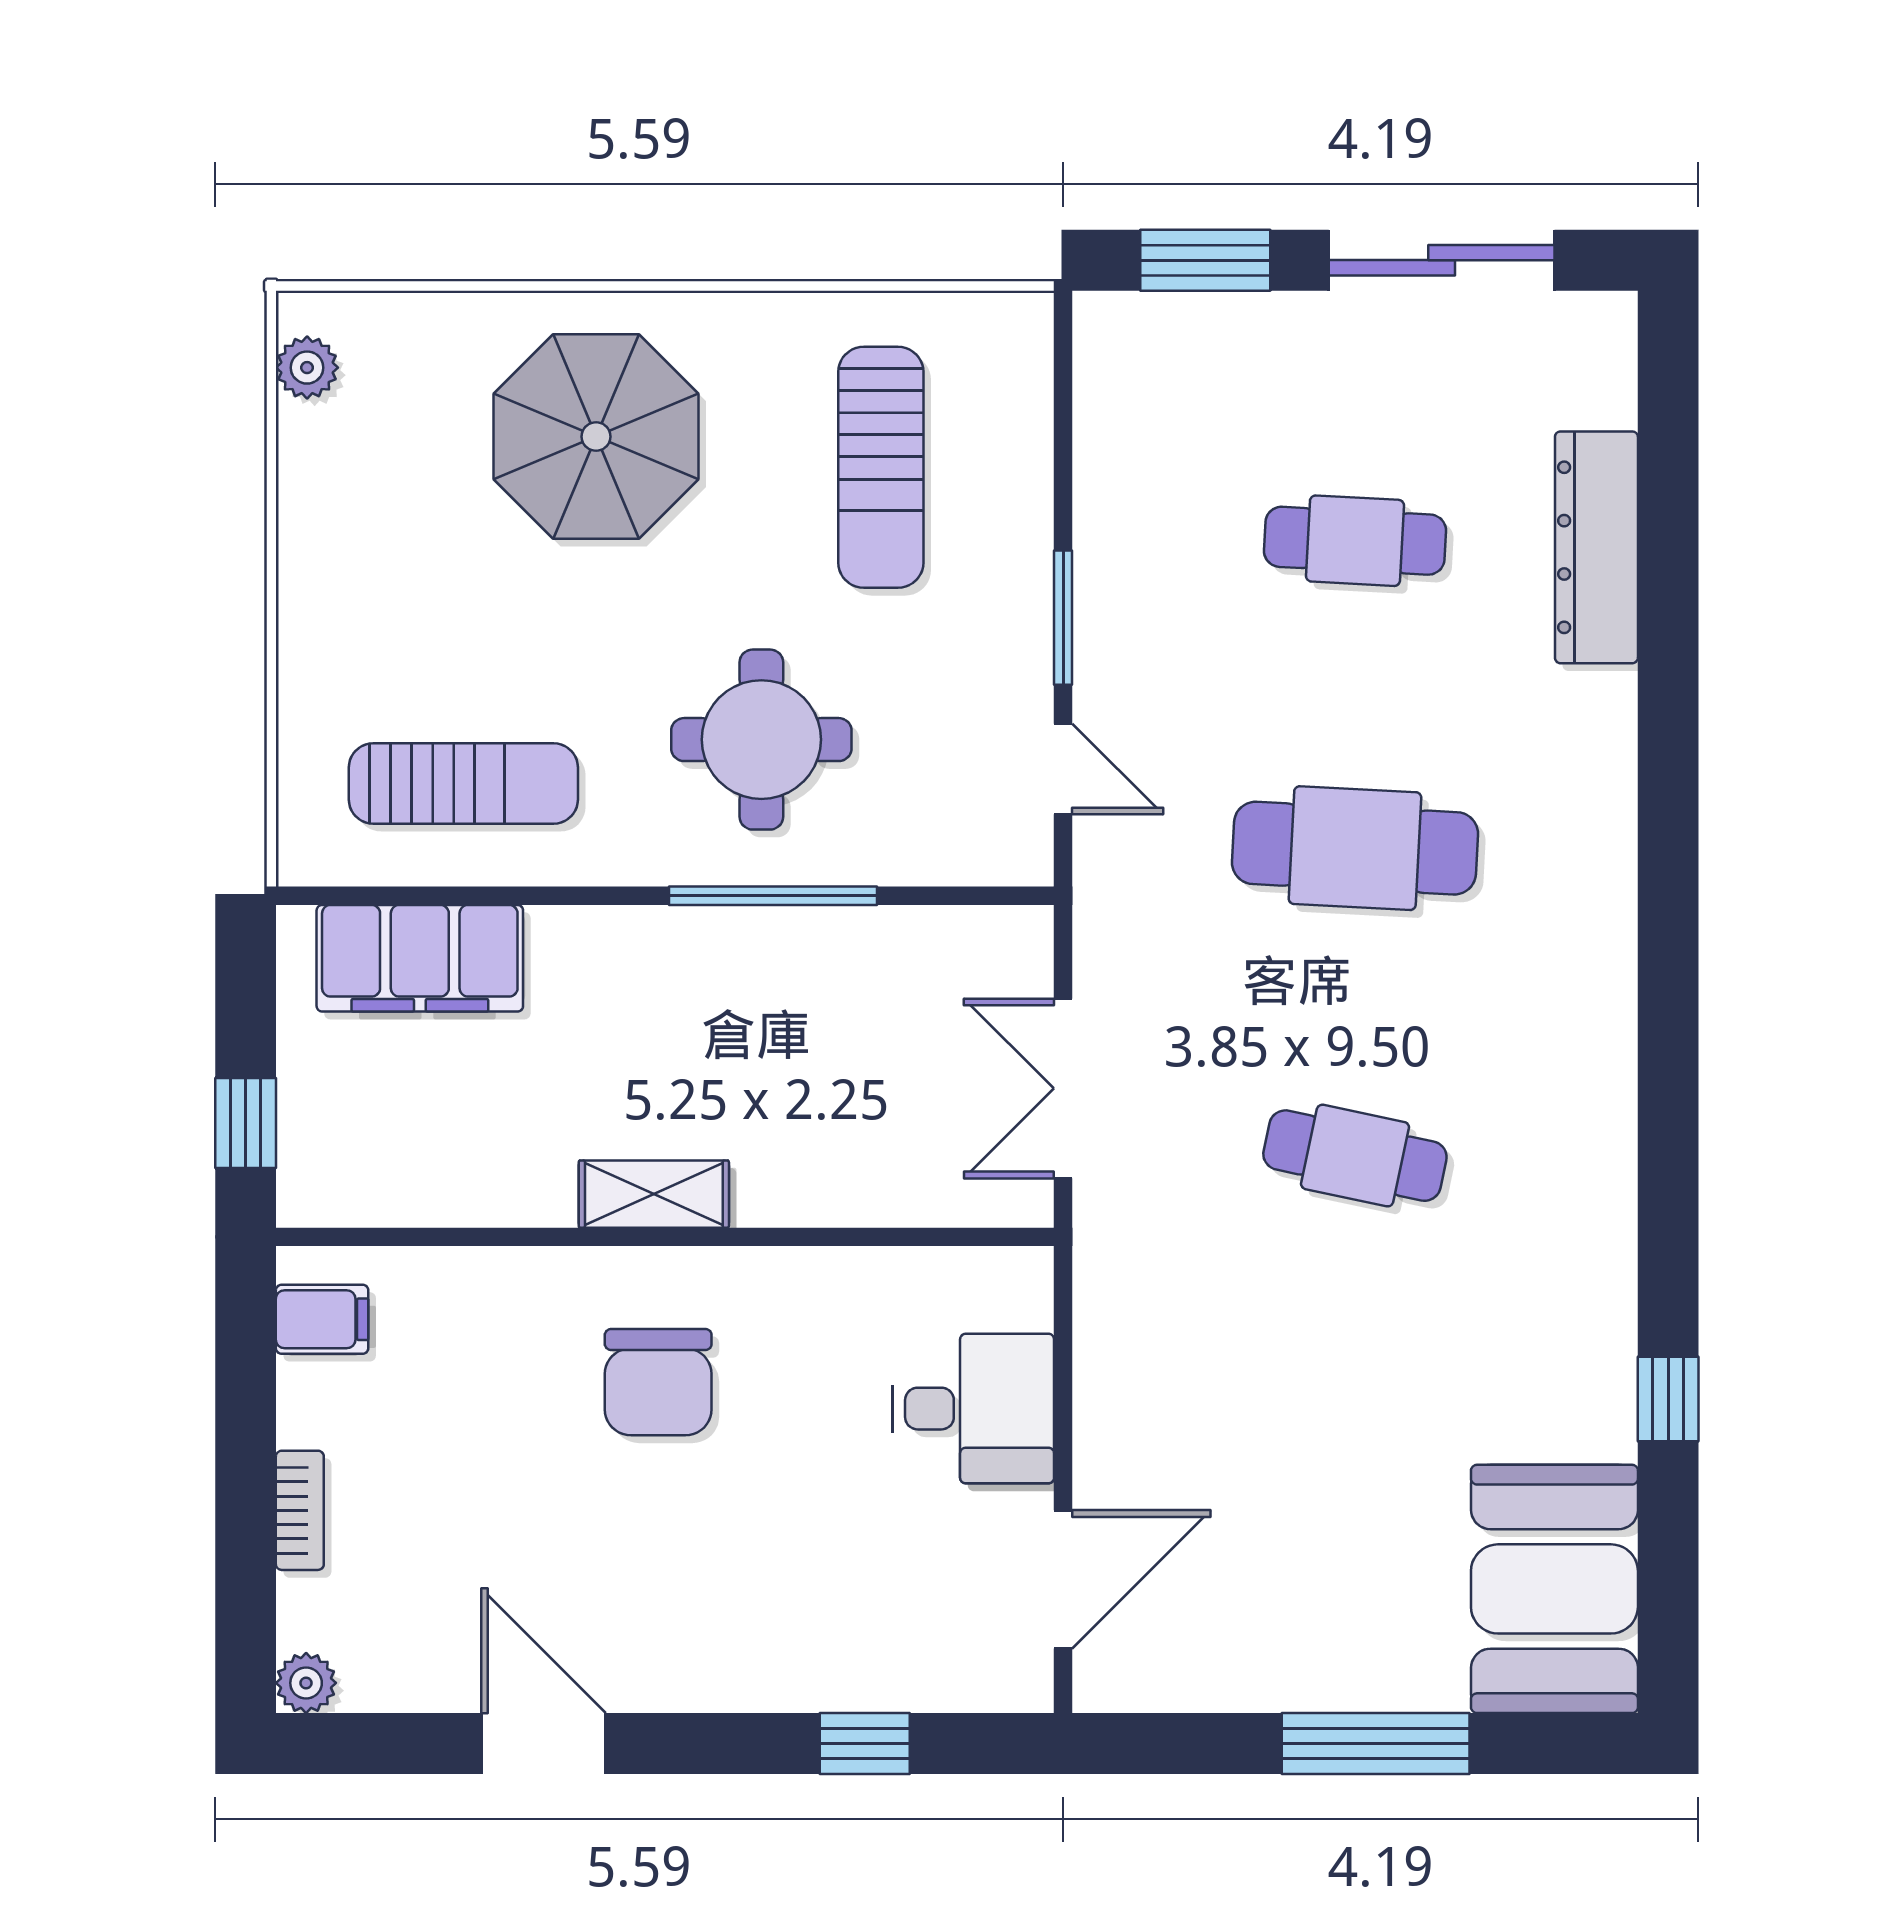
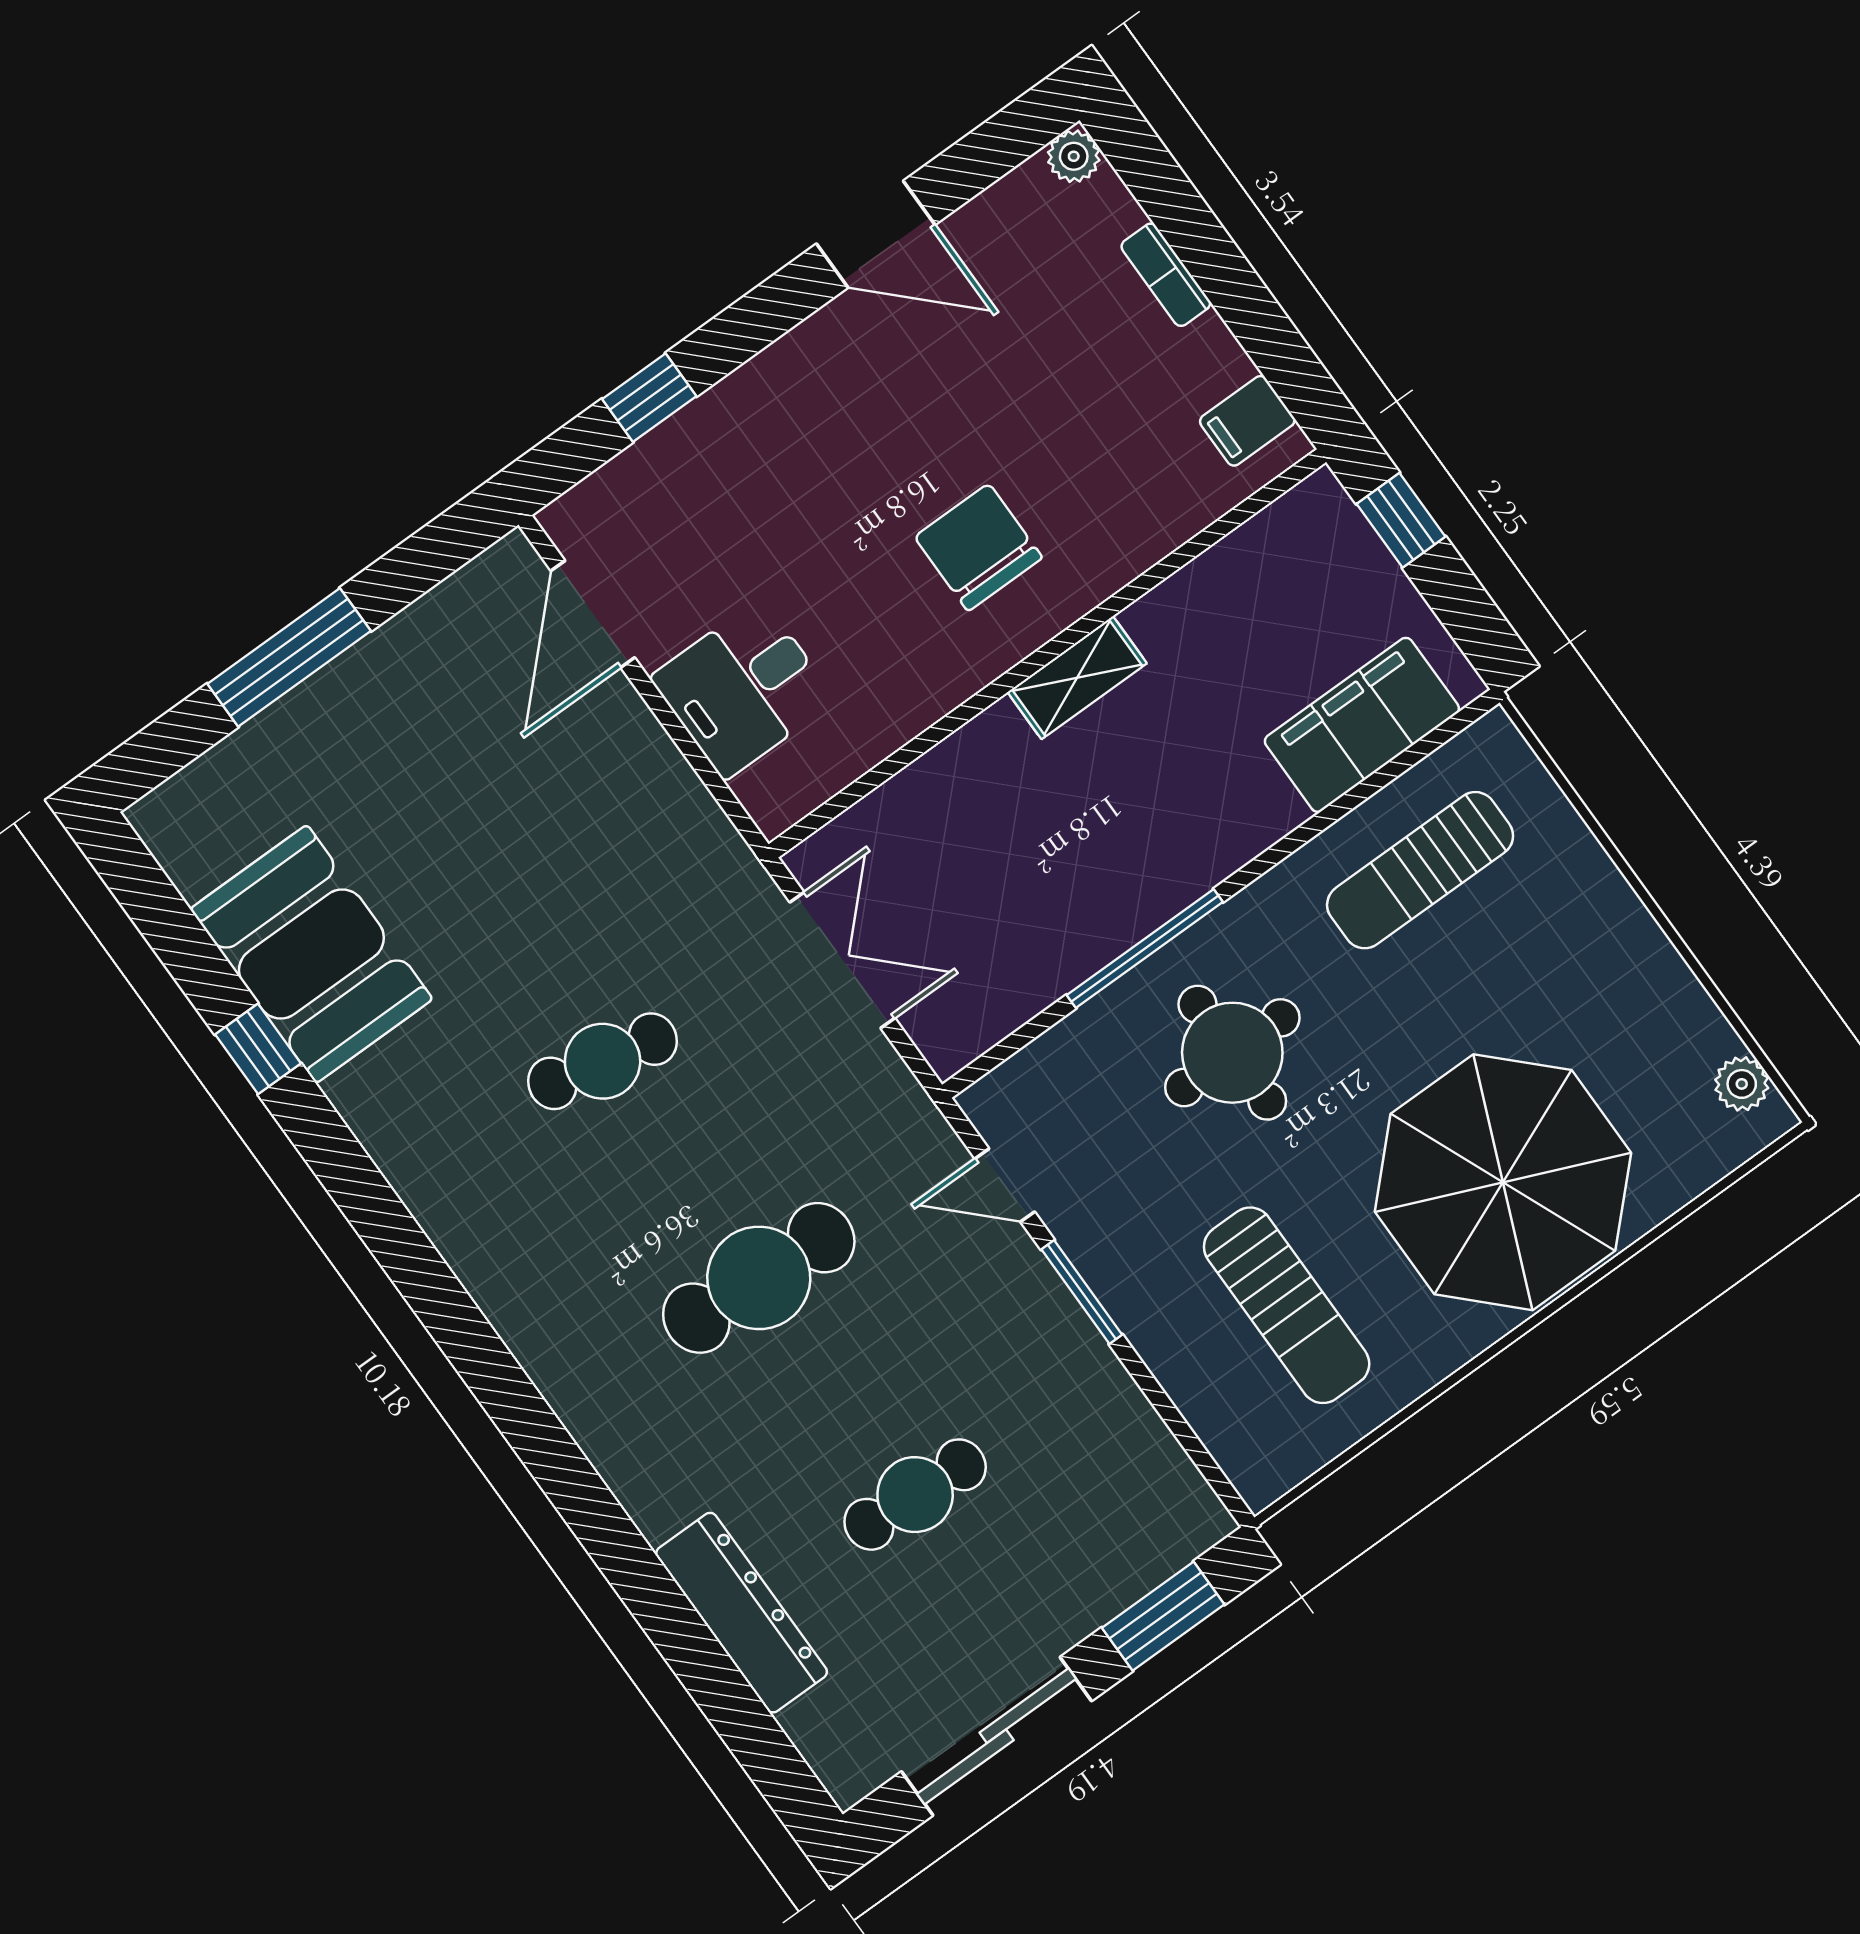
parasol: (596, 437) -> (1503, 1182), width x1.36, depth x1.36
sun lounger: (881, 467) -> (1287, 1305), turned 180
booth: (1554, 1589) -> (311, 954), moved

